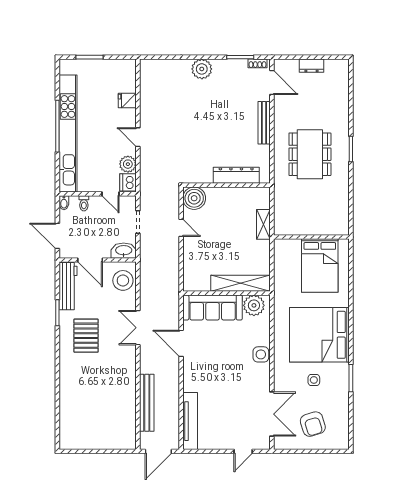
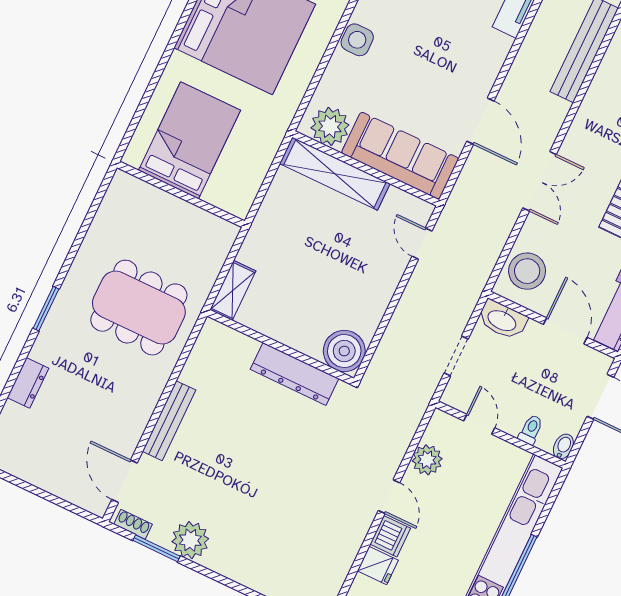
dresser: (311, 66) -> (28, 383), moved, turned 90
plant: (202, 69) -> (190, 540), moved
dining table: (310, 154) -> (139, 308), moved, turned 90
dresser: (236, 175) -> (295, 374), moved
dishwasher: (128, 182) -> (390, 536), moved
shelving: (263, 224) -> (233, 290), moved
door: (181, 228) -> (422, 244), moved

